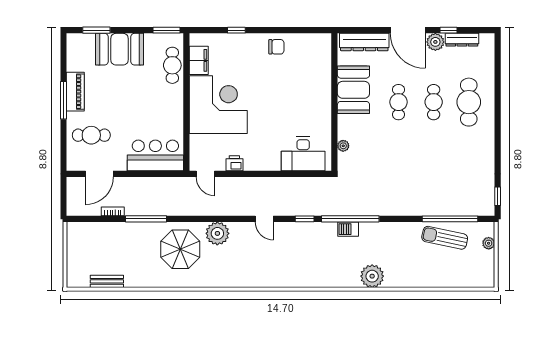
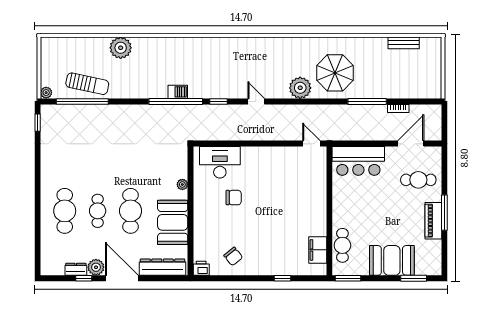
dresser: (462, 40) -> (76, 269), width x0.70
chair: (276, 47) -> (233, 256), moved, turned -129
cafe table: (398, 102) -> (131, 211), width x1.37, depth x1.35
corner desk: (218, 105) -> (299, 208), removed
chair: (288, 116) -> (234, 198), added
plant: (343, 146) -> (182, 184), moved
printer: (234, 163) -> (201, 268), moved, turned 180
plant: (489, 243) -> (46, 93), moved
plant: (372, 276) -> (121, 48), moved

